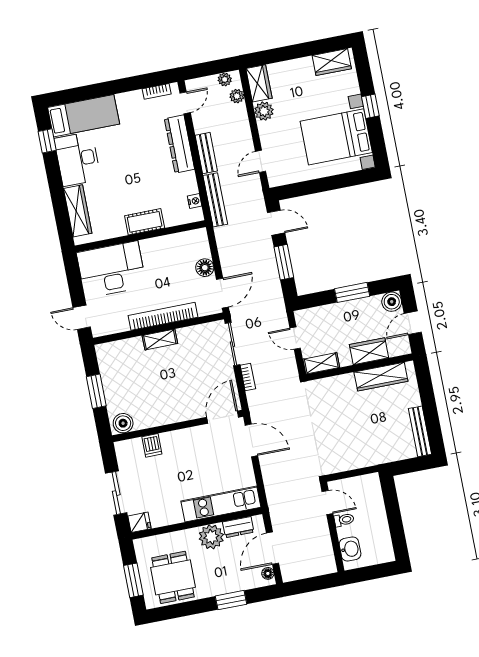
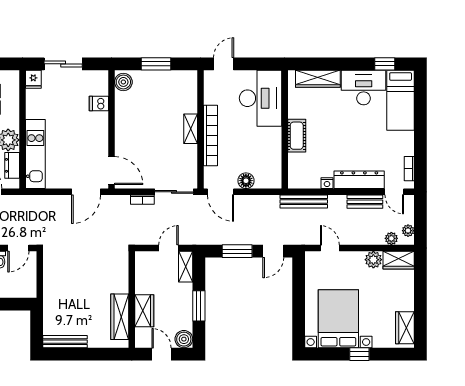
bench: (206, 153) -> (365, 202), moved
nightstand: (195, 201) -> (327, 183), moved
shelving: (321, 363) -> (186, 267), moved

